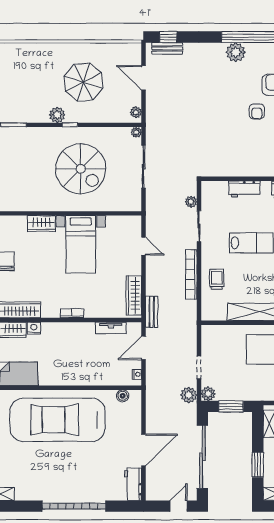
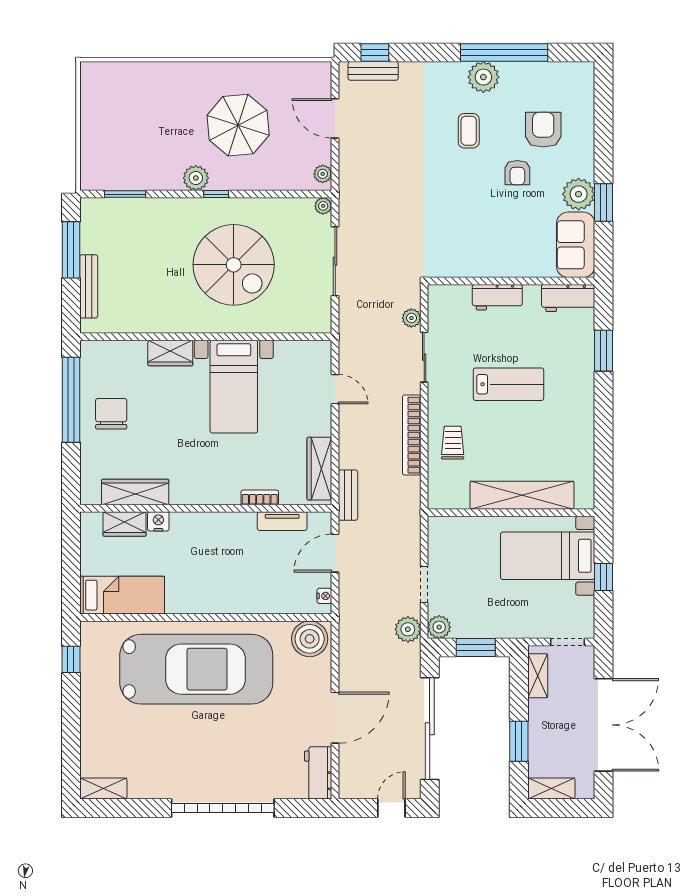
coffee table: (227, 86) -> (469, 131), added
bookcase: (72, 313) -> (260, 497), moved
boiler: (123, 396) -> (310, 639), width x1.86, depth x1.86
car: (57, 420) -> (196, 669), turned 180

